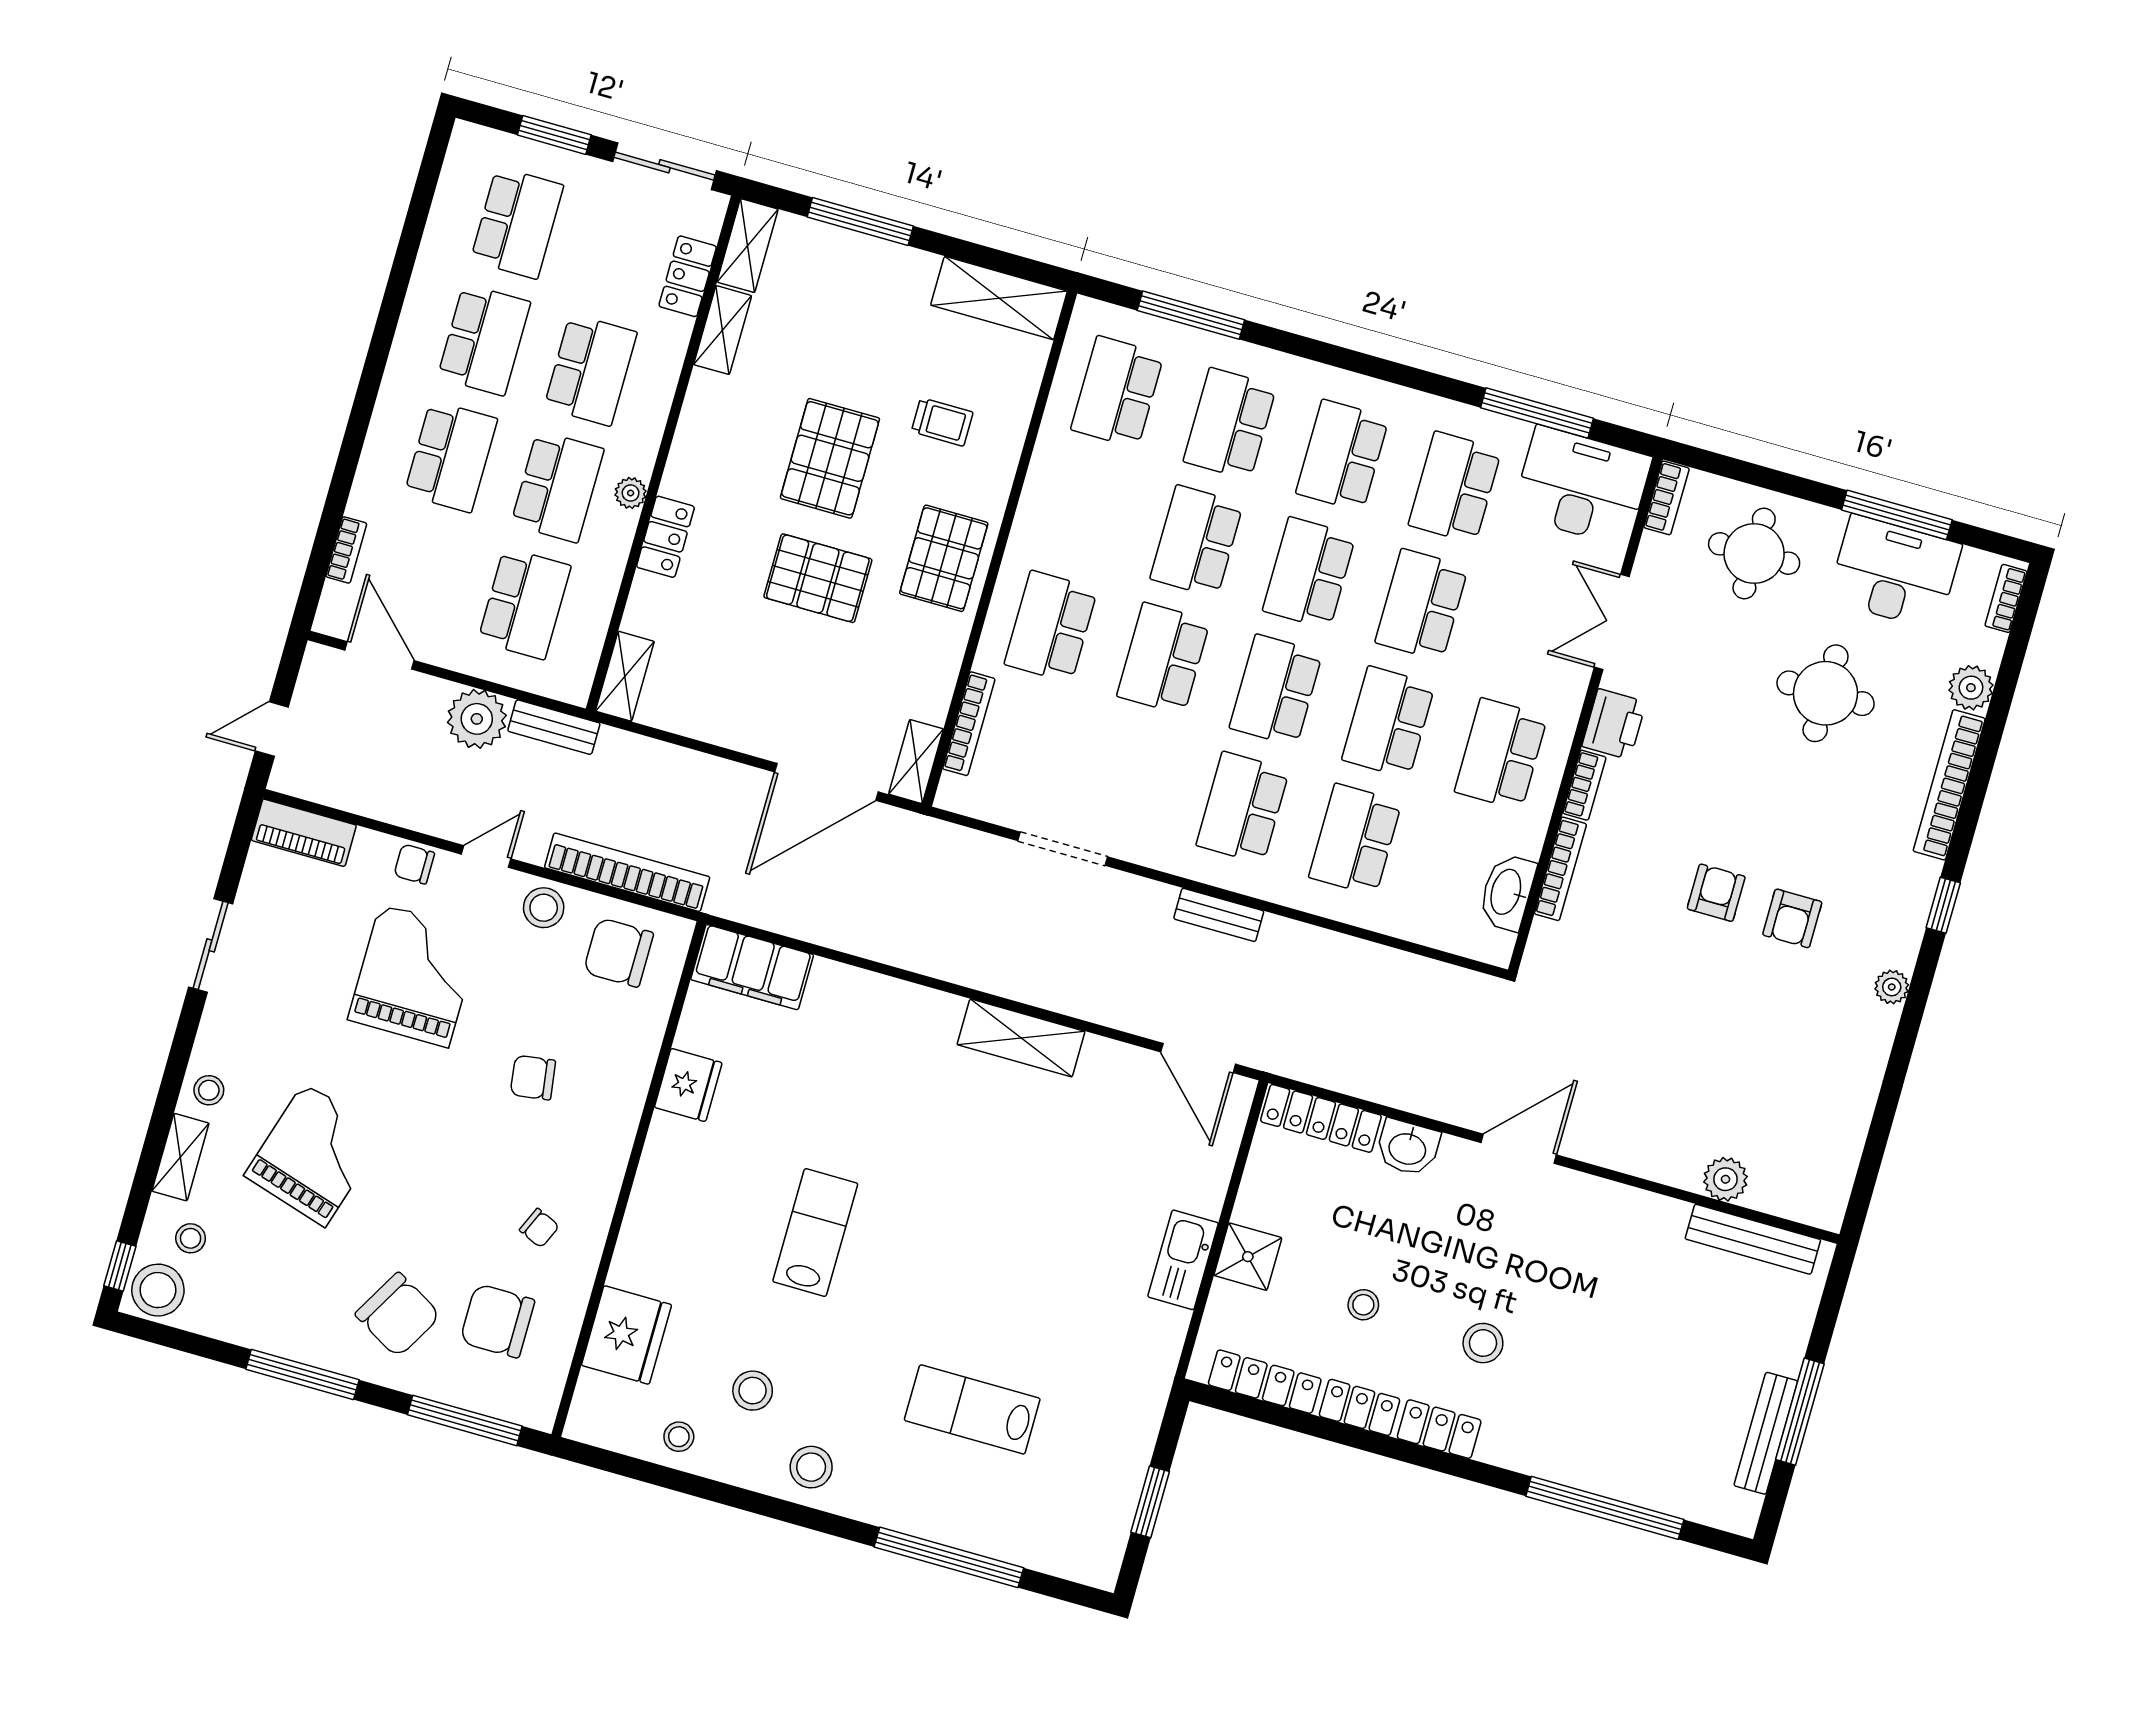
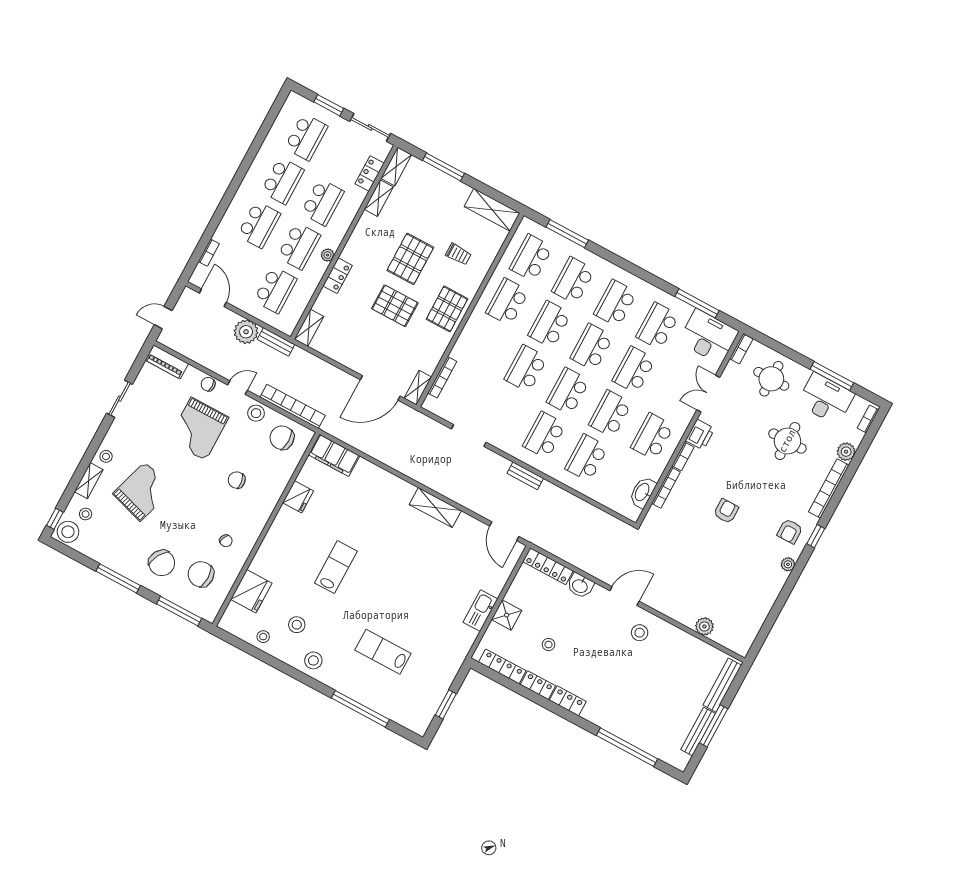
school desk: (1051, 627) -> (507, 302), moved
armchair: (1792, 918) -> (790, 531), moved
grand piano: (414, 976) -> (198, 429), turned 180
bench: (1753, 1239) -> (722, 685), moved, turned 90
stool: (1483, 1343) -> (640, 633), moved

